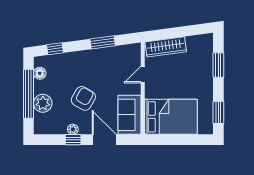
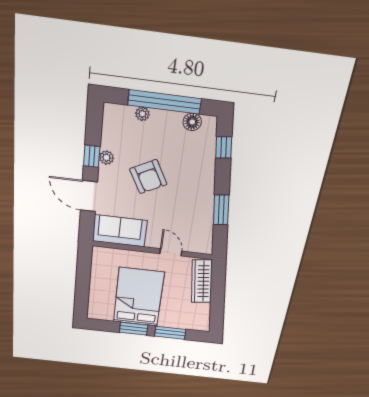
armchair: (83, 98) -> (148, 177), turned 32
plant: (43, 103) -> (142, 114), width x0.53, depth x0.53
window: (218, 112) -> (134, 329), moved
bed: (171, 117) -> (138, 297), moved, turned 180
door: (104, 140) -> (89, 196), swing flipped

